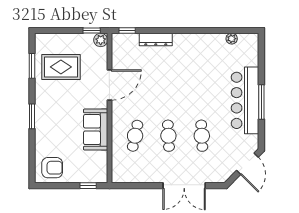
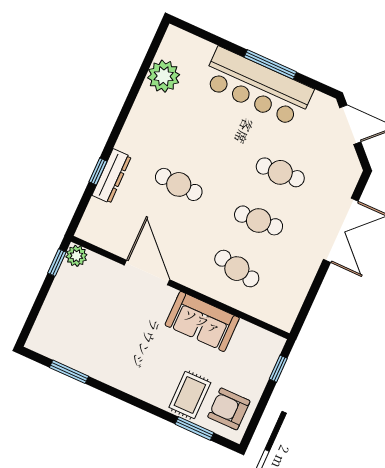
window: (127, 30) -> (98, 172), moved
plant: (232, 39) -> (164, 76), width x1.87, depth x1.87
rug: (61, 67) -> (190, 395), moved, width x0.73, depth x0.70
cafe table: (168, 80) -> (179, 184), added
window: (32, 116) -> (194, 428), moved
armchair: (52, 168) -> (229, 409), turned -90

